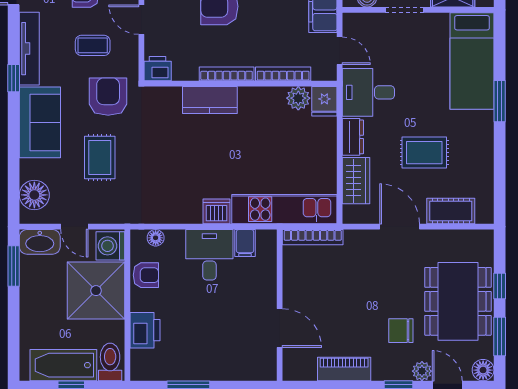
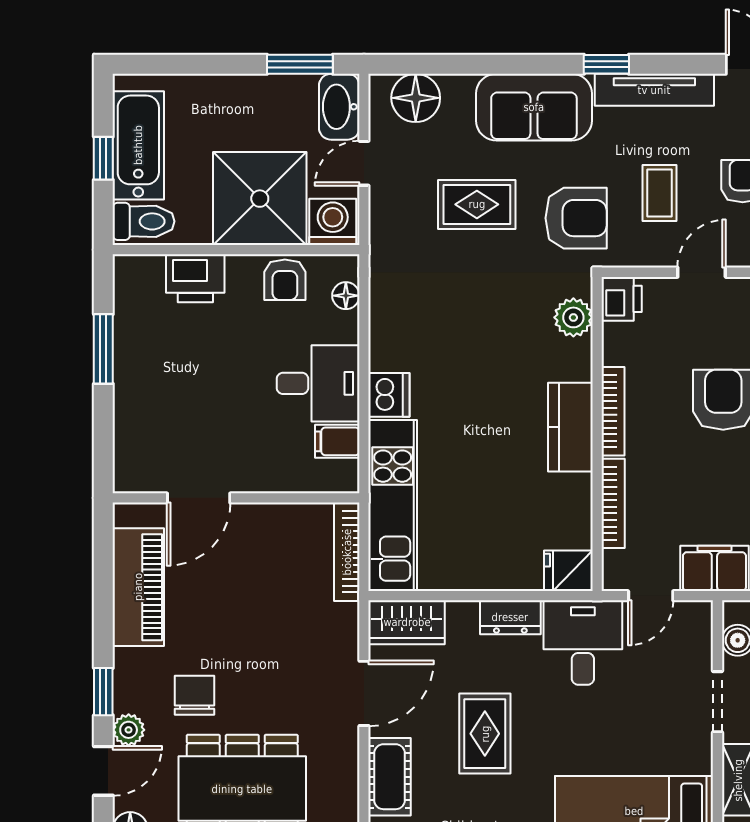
plant: (298, 98) -> (573, 317), moved
kitchen counter: (210, 100) -> (570, 427), moved
wardrobe: (356, 181) -> (407, 622), moved
piano: (344, 369) -> (138, 587), width x1.37, depth x1.33

